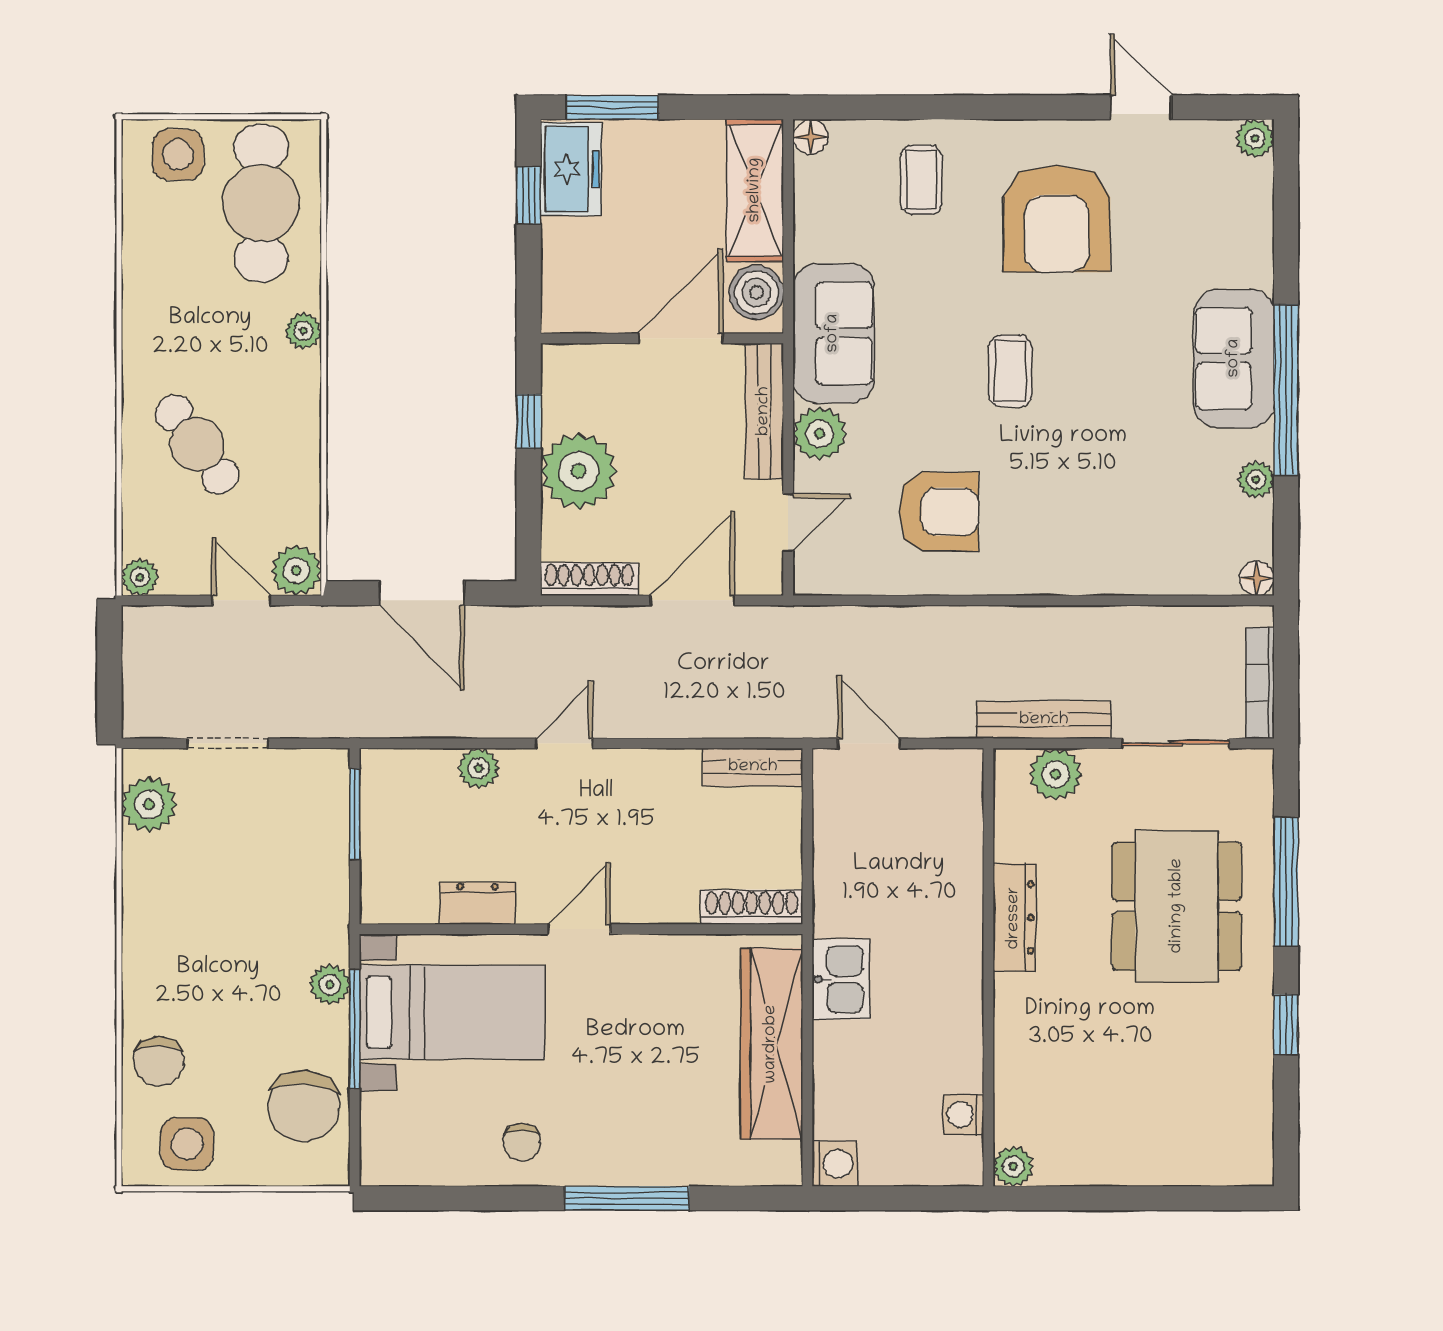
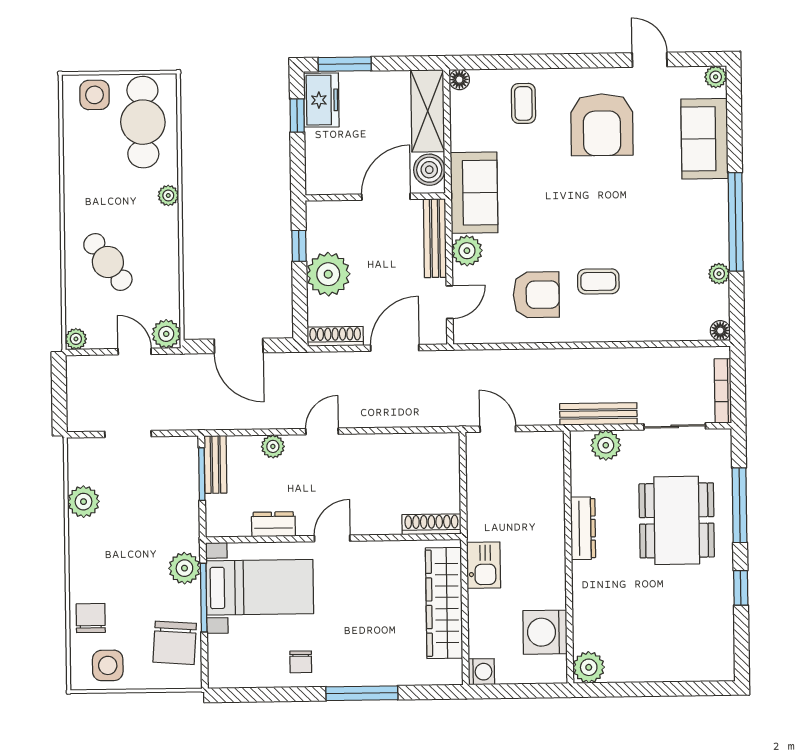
sofa: (1234, 358) -> (704, 139), moved
coffee table: (1010, 371) -> (598, 281), moved, turned 90
bench: (753, 767) -> (215, 464), moved, turned 90
plant: (149, 804) -> (84, 502), moved
plant: (330, 985) -> (184, 568), width x1.38, depth x1.38
chair: (159, 1061) -> (91, 618), turned 180
washing machine: (964, 1115) -> (545, 632), width x1.89, depth x1.89
plant: (1013, 1166) -> (589, 667), width x1.38, depth x1.38

